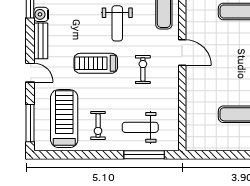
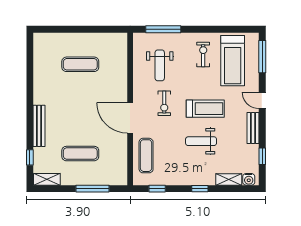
water cooler: (41, 14) -> (253, 151), removed
weight bench: (117, 23) -> (201, 141), moved, turned -90
door: (182, 53) -> (130, 118), width x1.36
weight bench: (140, 127) -> (160, 65), moved, turned 90

